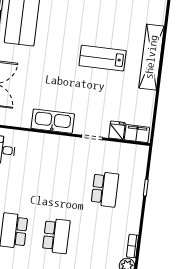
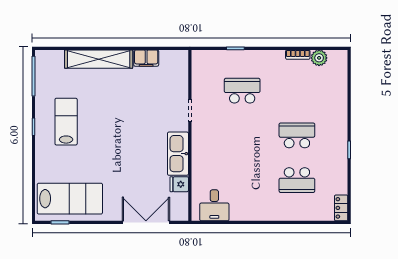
lab bench: (103, 58) -> (66, 122), moved, turned 180
fridge: (117, 130) -> (179, 184), moved
filing cabinet: (137, 134) -> (146, 58), moved, turned -90

